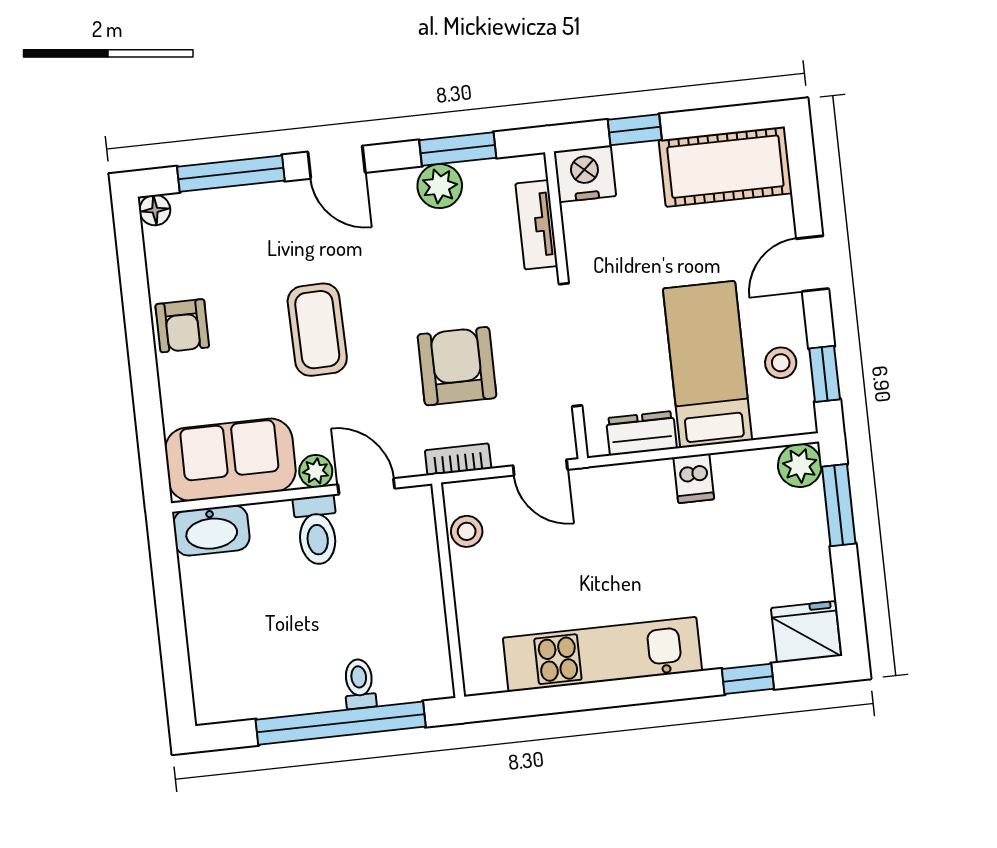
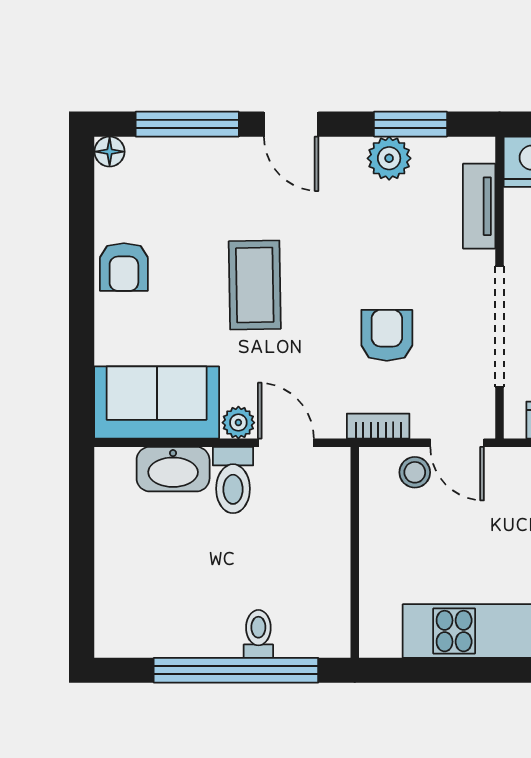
armchair: (457, 366) -> (387, 335), width x0.72, depth x0.72
washbasin: (211, 530) -> (173, 469), moved
stool: (467, 531) -> (415, 472), moved

